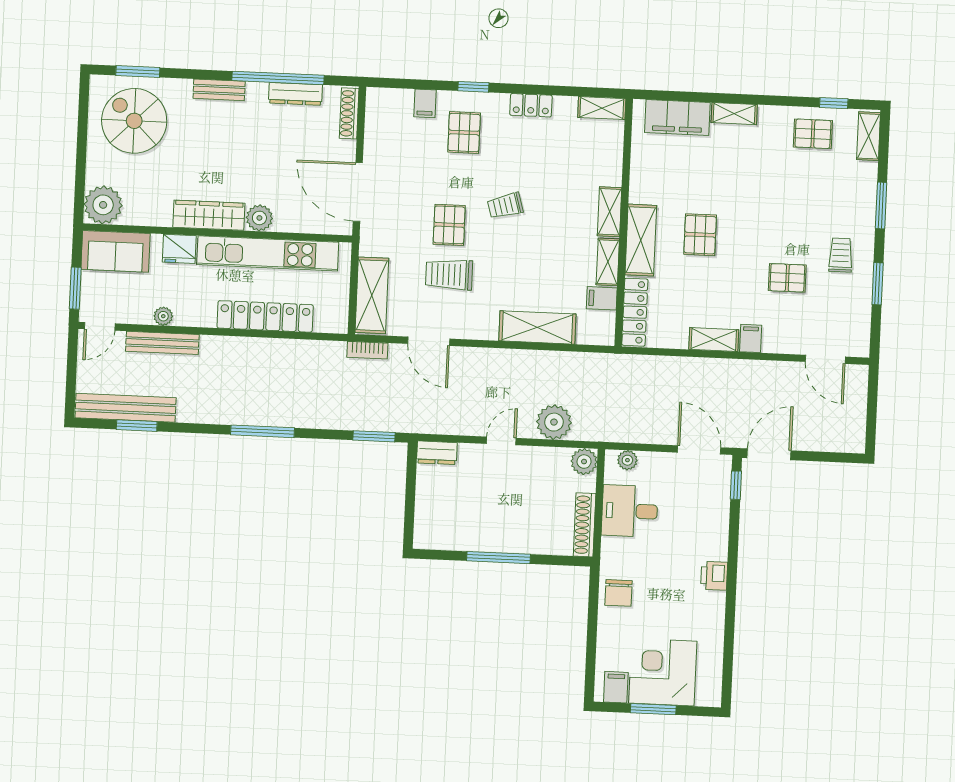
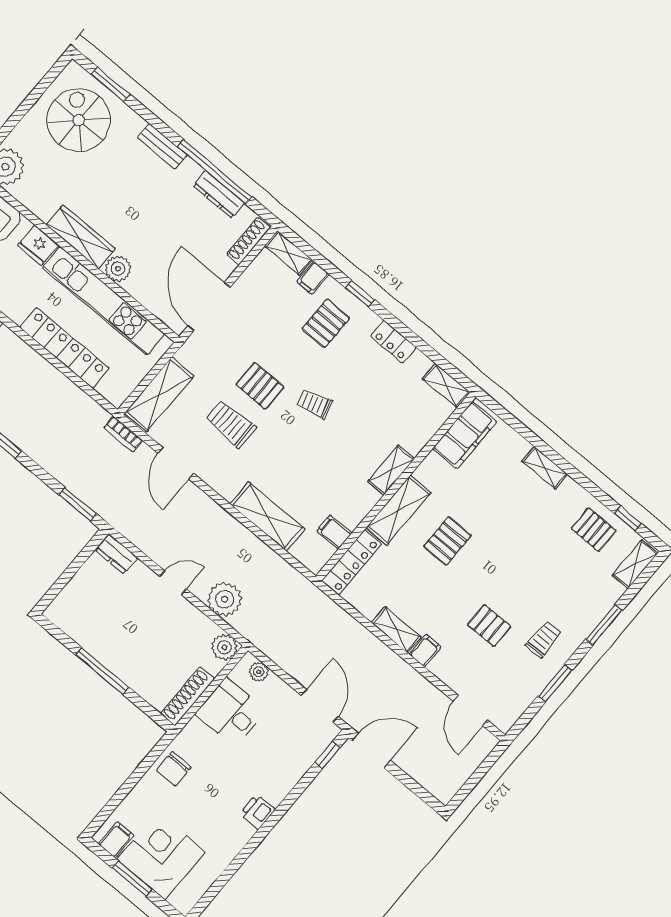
filing cabinet: (677, 117) -> (465, 435), moved, turned -90
pallet: (449, 225) -> (260, 386), turned 90
shelving: (608, 262) -> (288, 253), moved, turned 90

